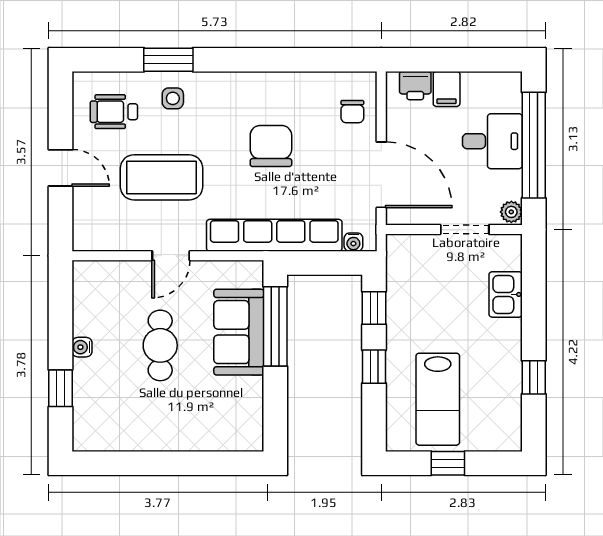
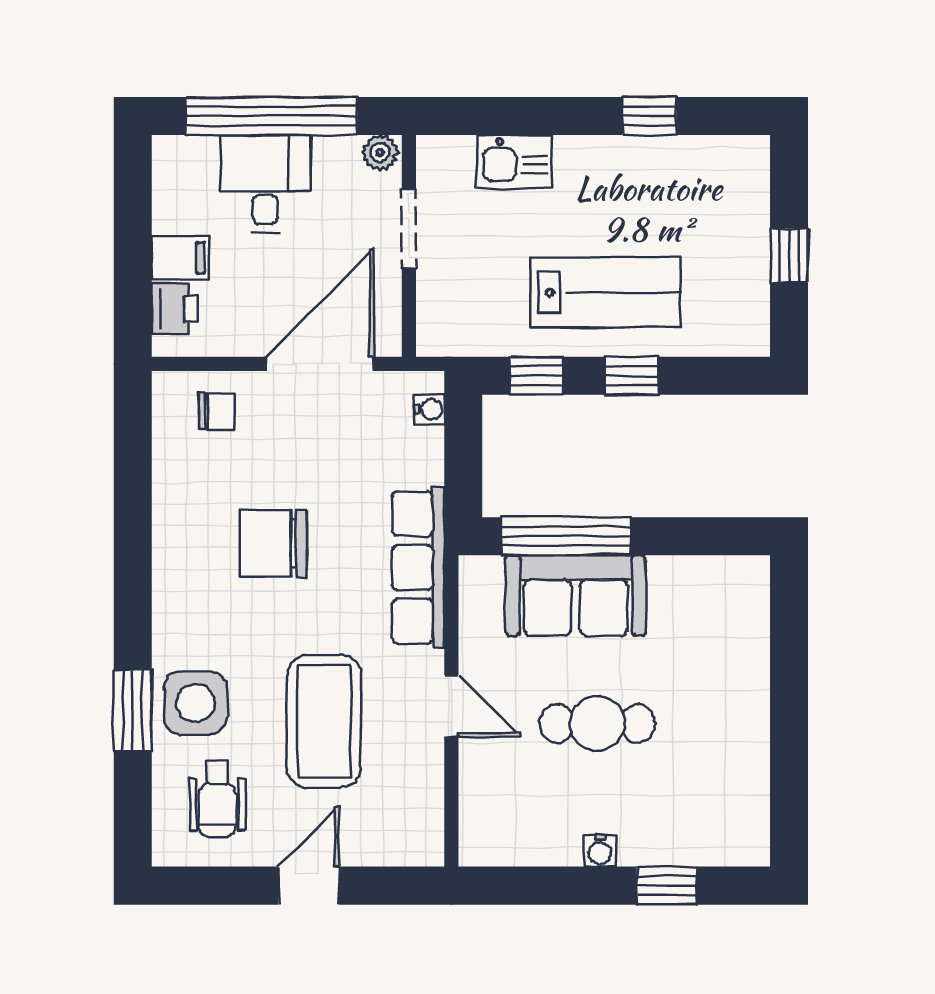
side table: (173, 98) -> (196, 703), width x1.87, depth x1.87
row of seats: (274, 235) -> (418, 567), width x0.73
lab bench: (438, 399) -> (605, 292), moved

